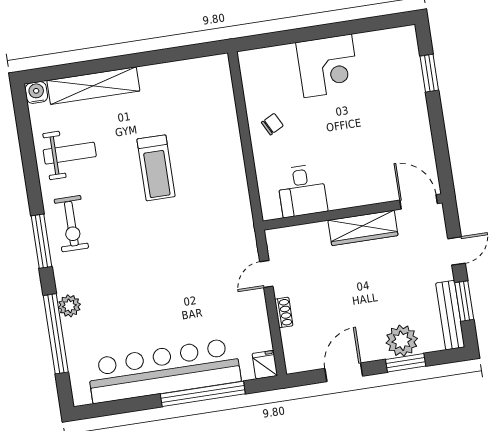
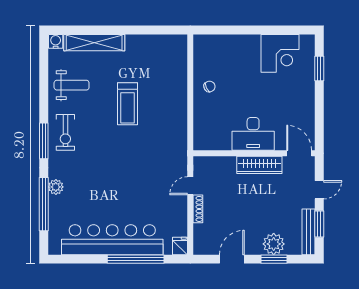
corner desk: (328, 66) -> (280, 53), moved
desk: (302, 191) -> (253, 134), moved, width x1.37
shoe rack: (284, 312) -> (198, 209), width x1.43

